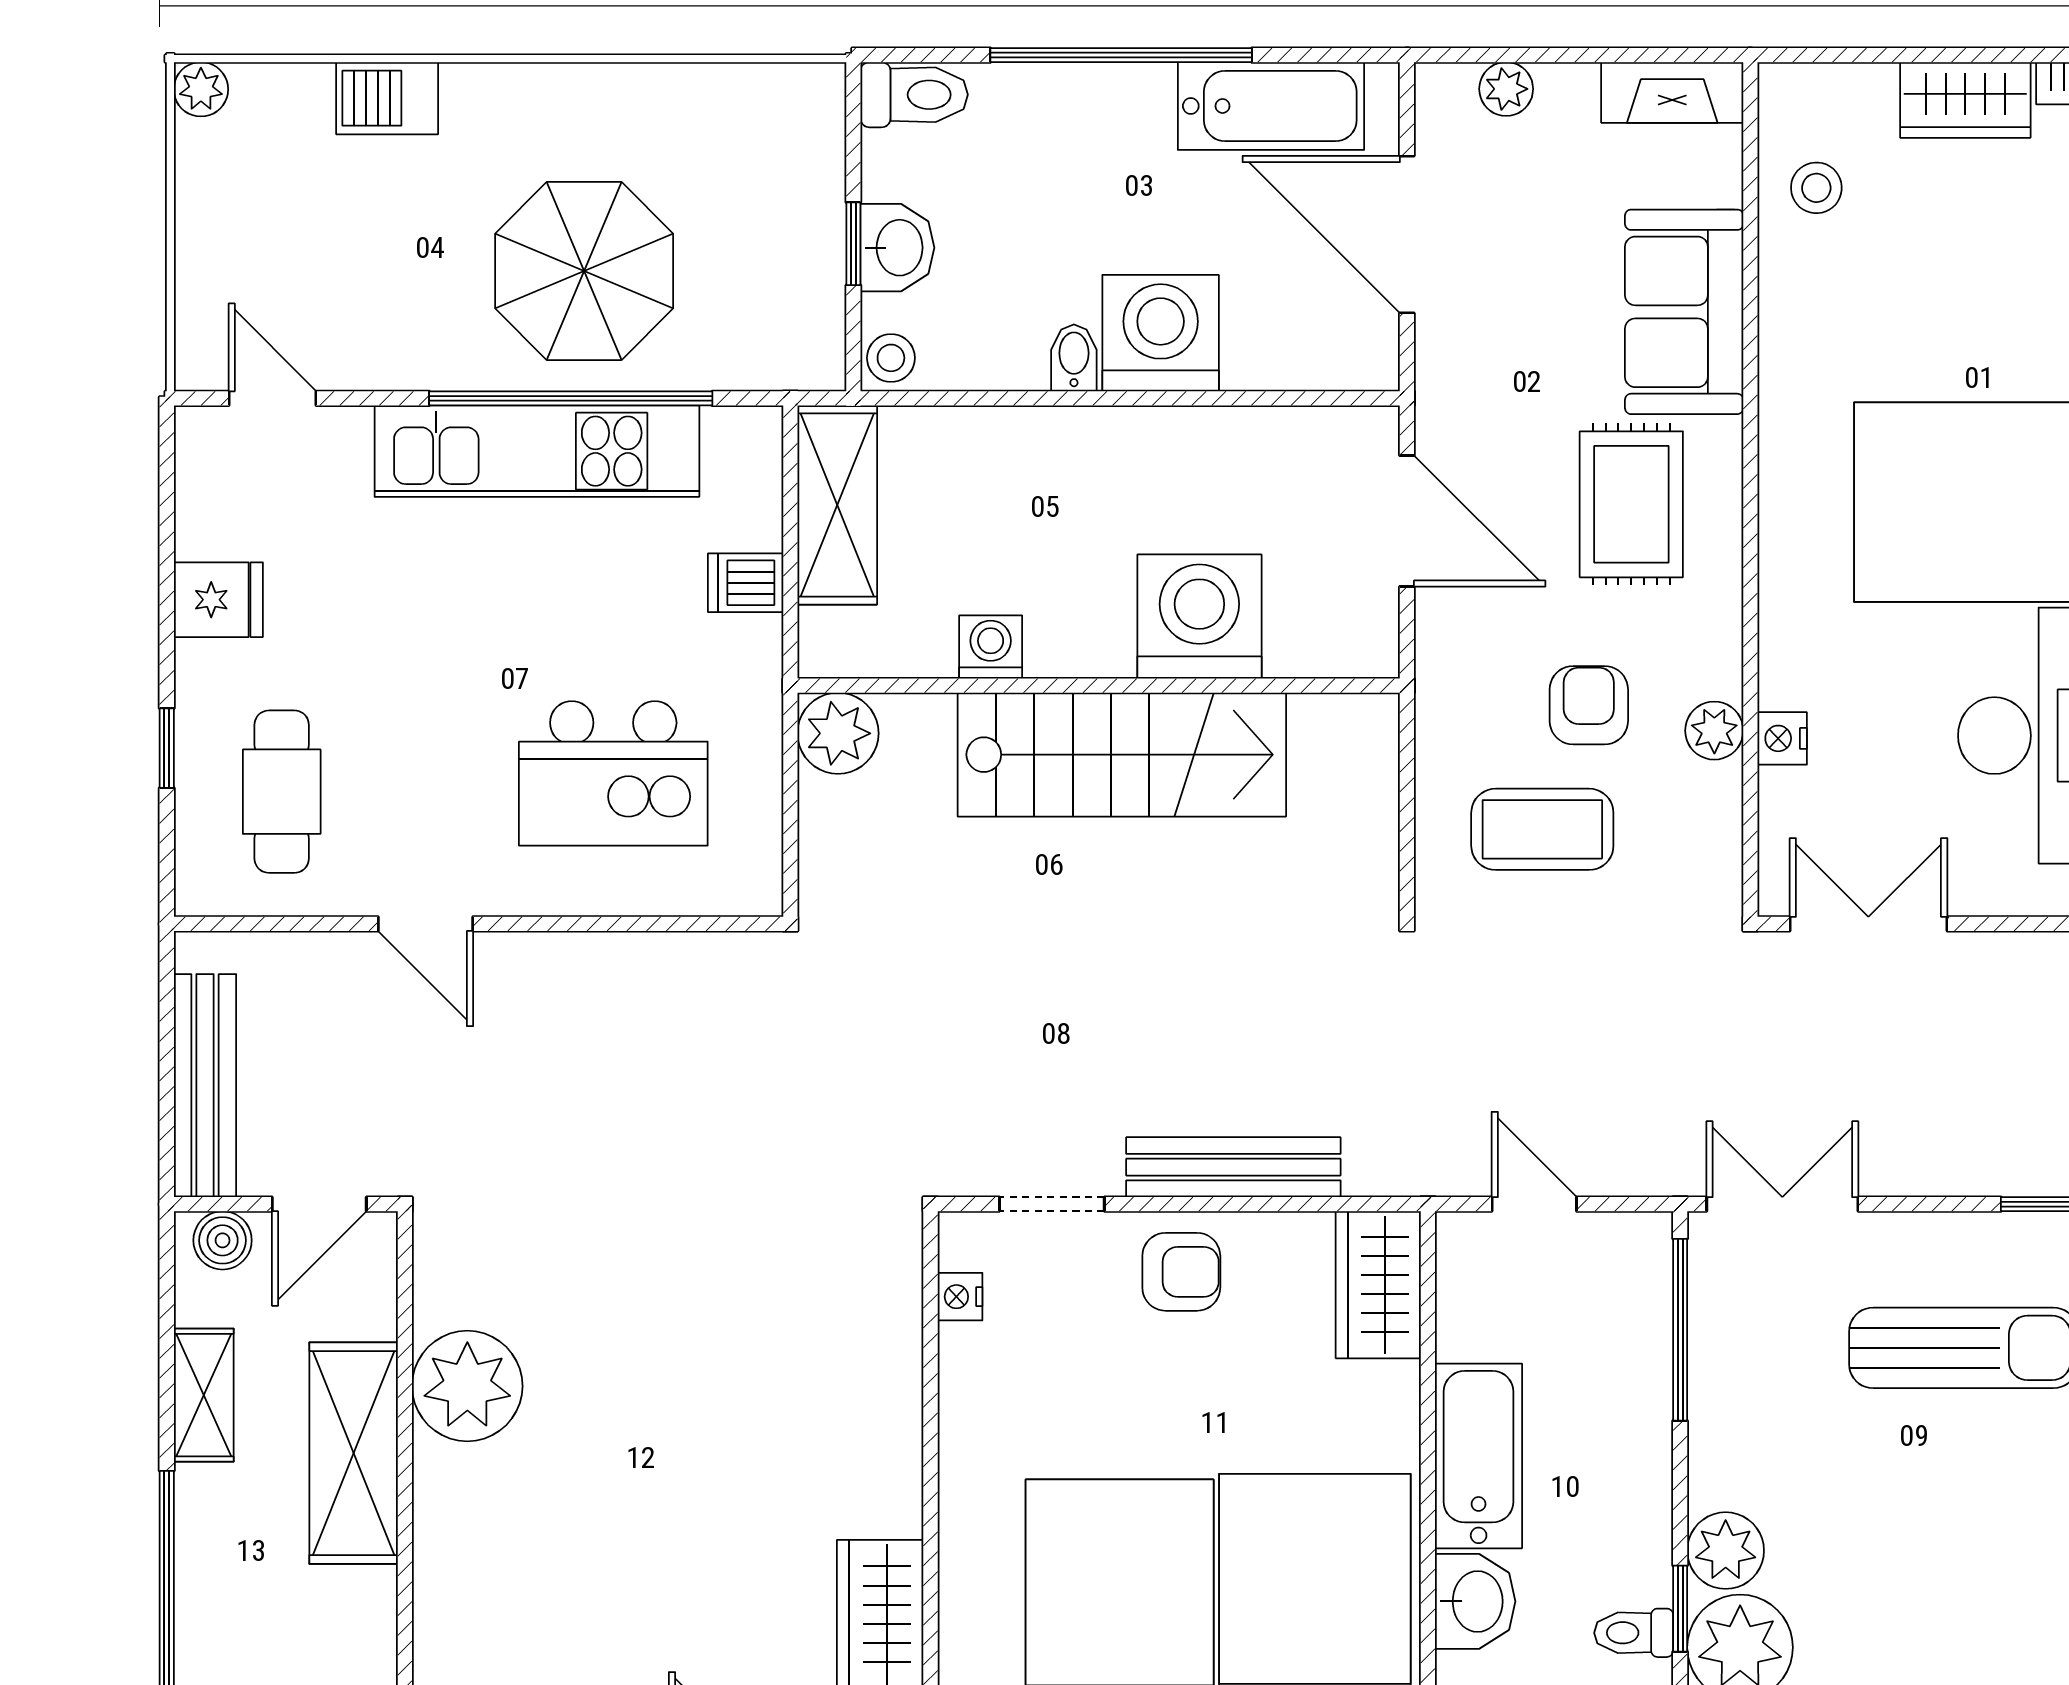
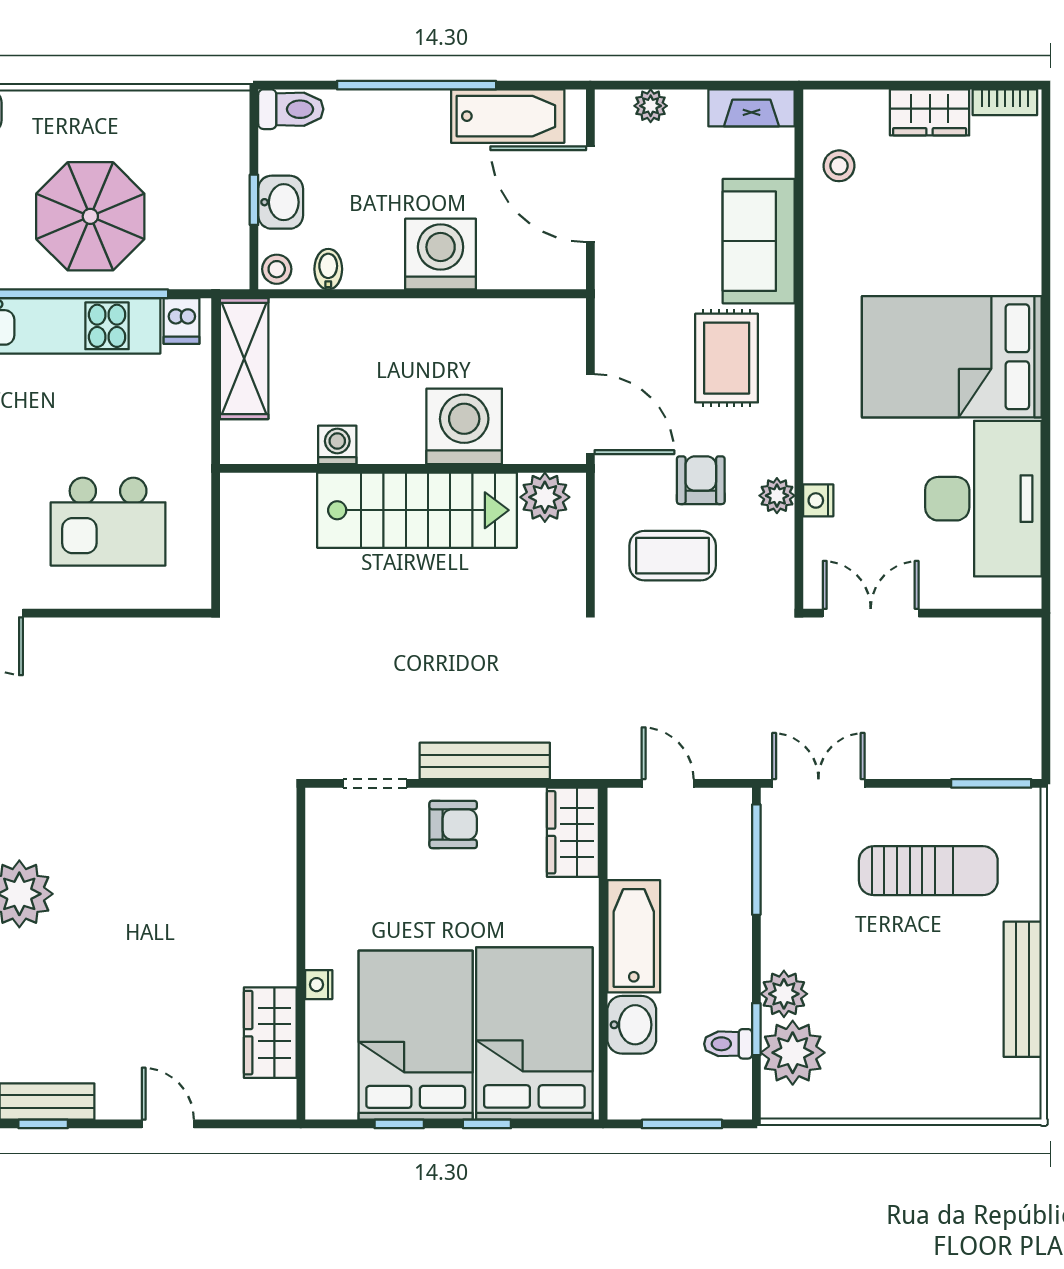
bidet: (1074, 358) -> (328, 269), moved
door: (1407, 521) -> (590, 414), moved
dishwasher: (746, 583) -> (182, 321), moved, turned -90
plant: (838, 733) -> (545, 497), moved
nightstand: (960, 1297) -> (319, 985), moved

